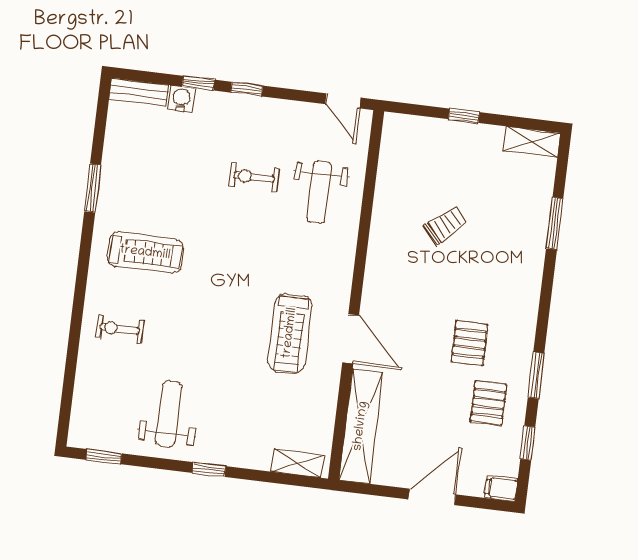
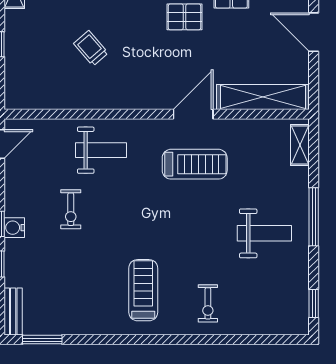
water cooler: (181, 99) -> (14, 228), moved
window: (93, 188) -> (42, 340), moved
weight bench: (319, 192) -> (101, 150), moved
weight bench: (169, 414) -> (264, 233), moved, turned 180
window: (209, 469) -> (314, 217), width x2.17

